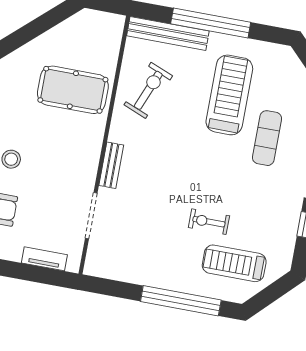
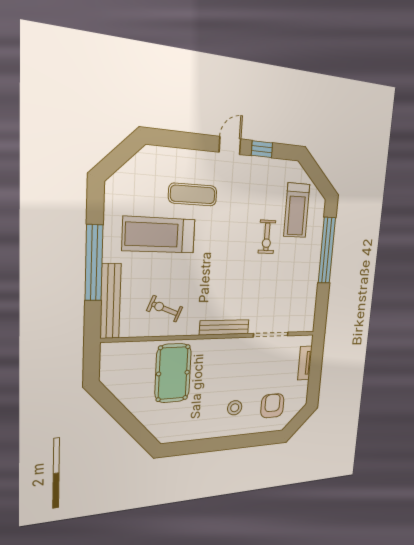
exercise bike: (148, 90) -> (165, 309), width x0.73, depth x0.72
bench: (111, 165) -> (224, 327), width x1.36

